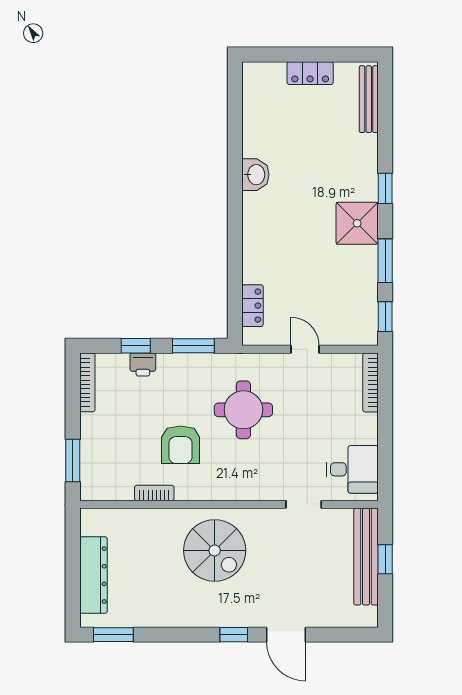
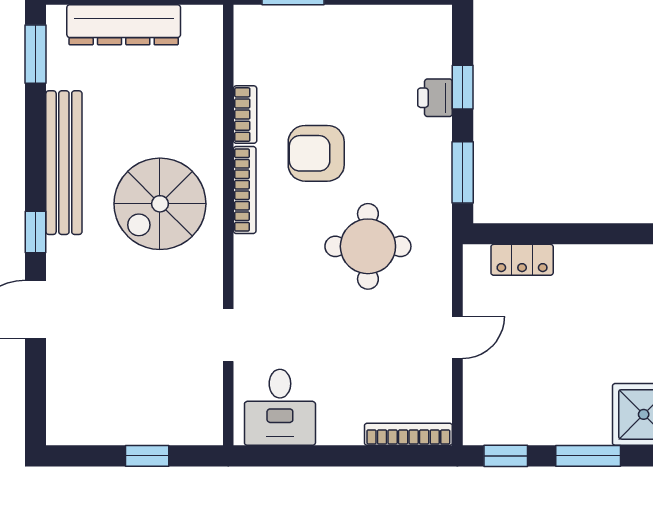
bookcase: (87, 382) -> (245, 190), moved, turned -90
bench: (366, 557) -> (64, 163), moved, turned 90

